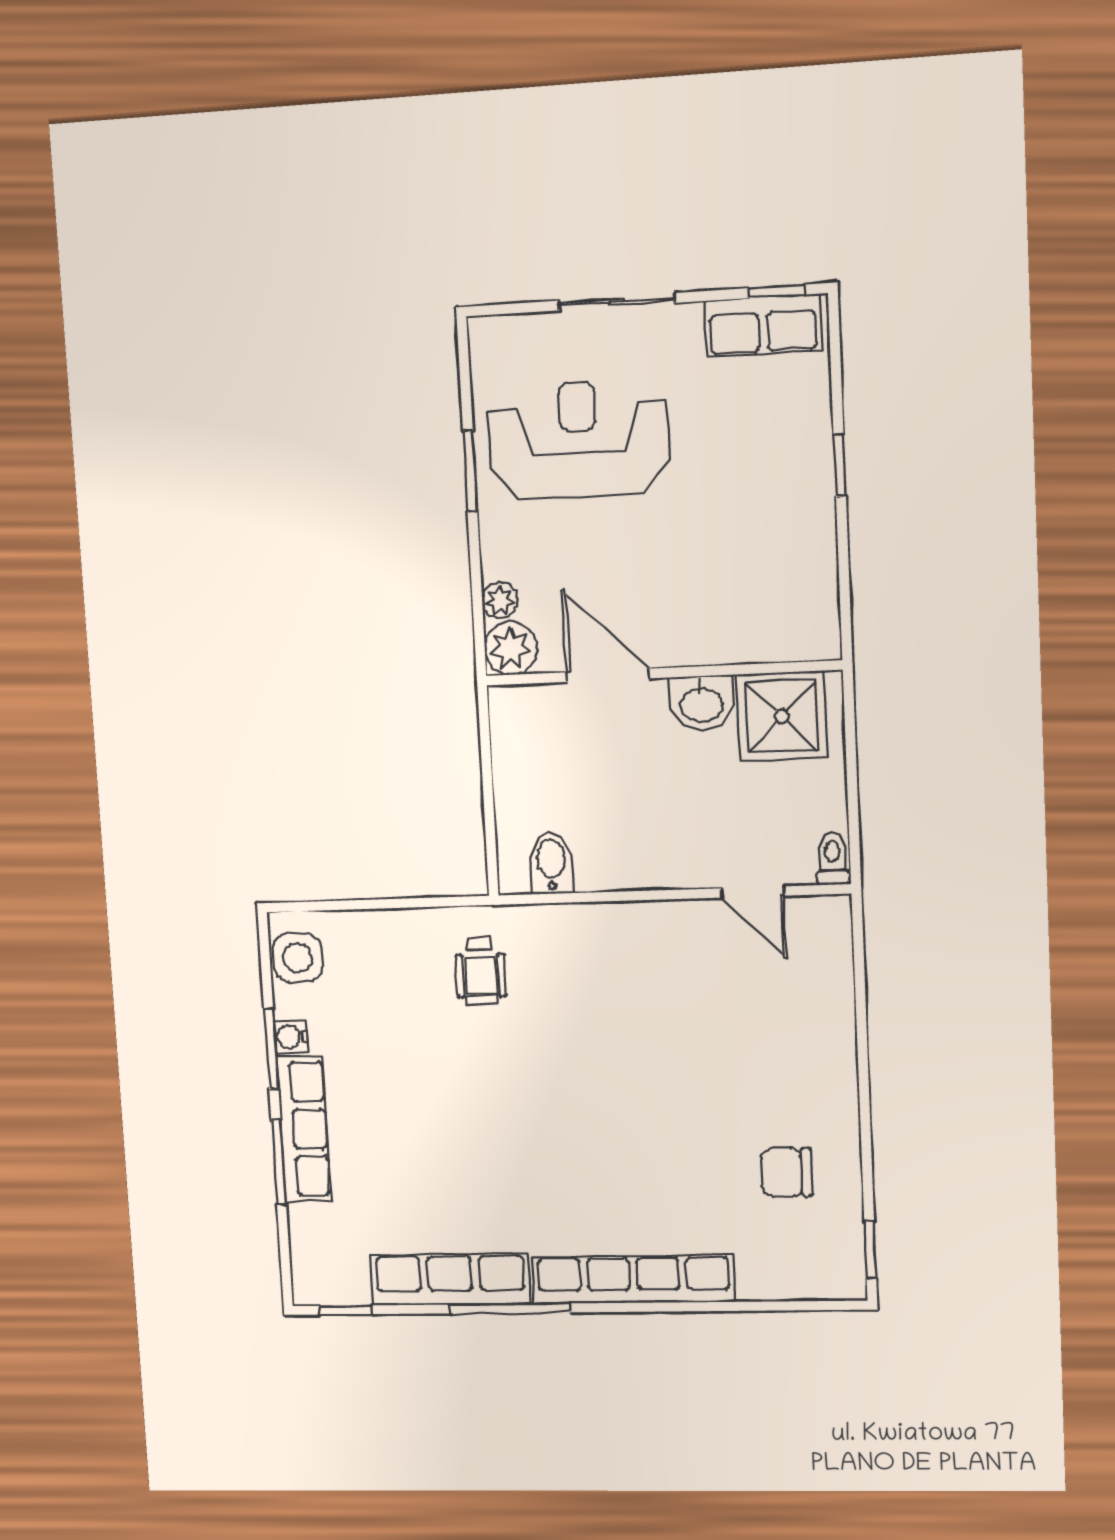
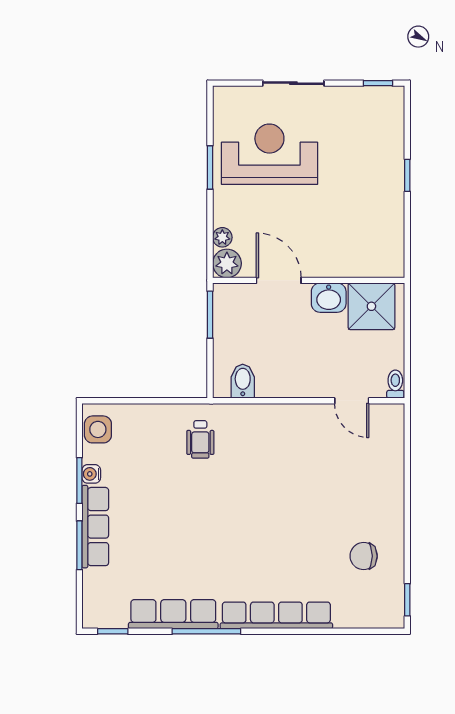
row of seats: (763, 326) -> (370, 100), removed
window: (485, 744) -> (210, 315), added

